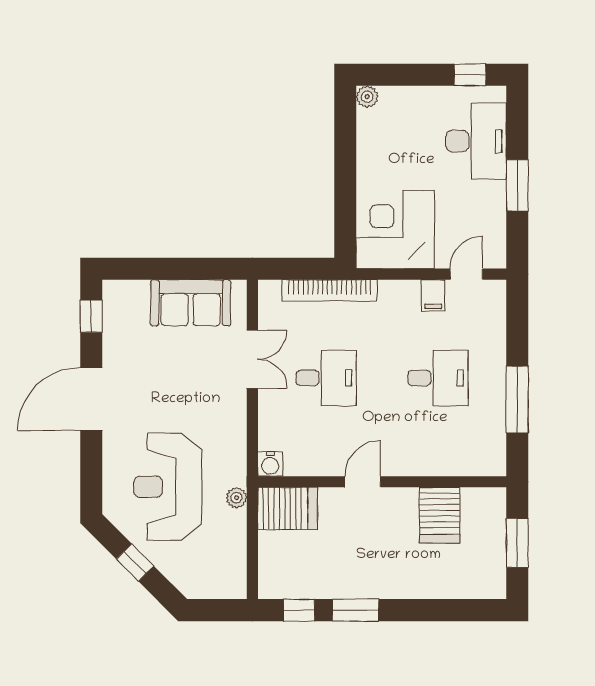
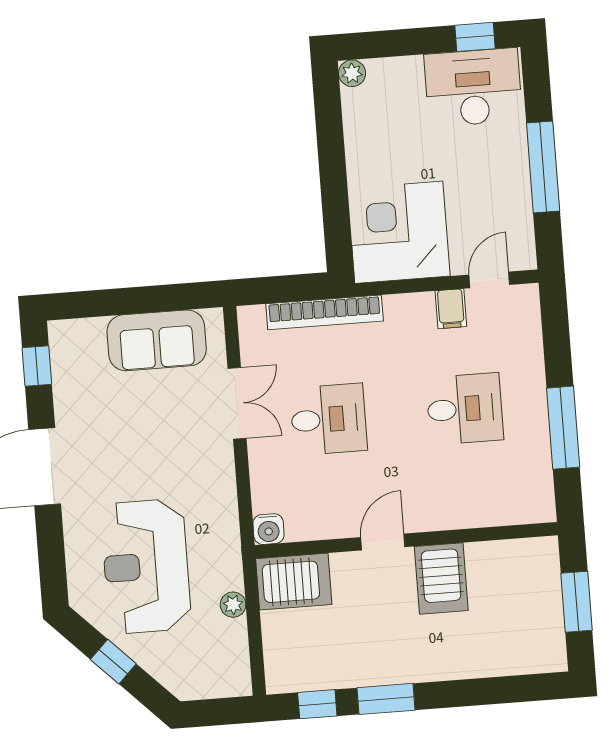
desk: (476, 141) -> (473, 87), moved, turned -90
window: (517, 185) -> (543, 167), width x1.44
plant: (236, 498) -> (233, 605), moved
server rack: (440, 515) -> (441, 578), moved

